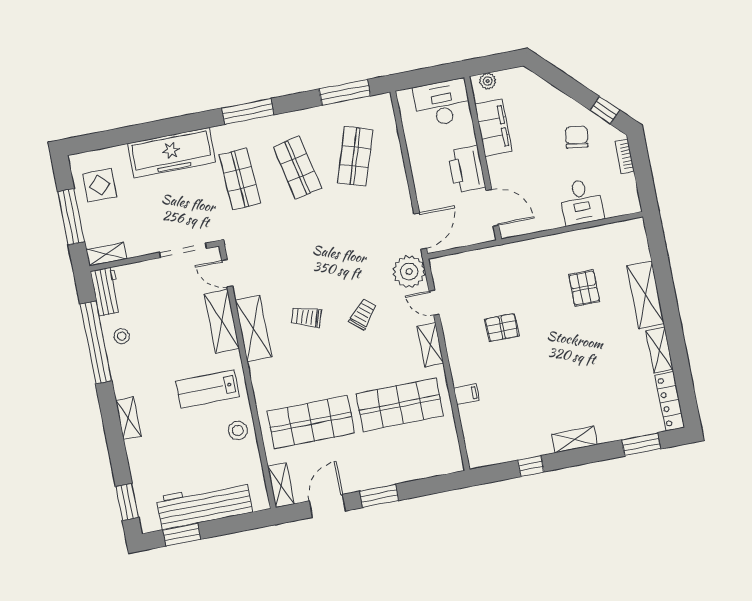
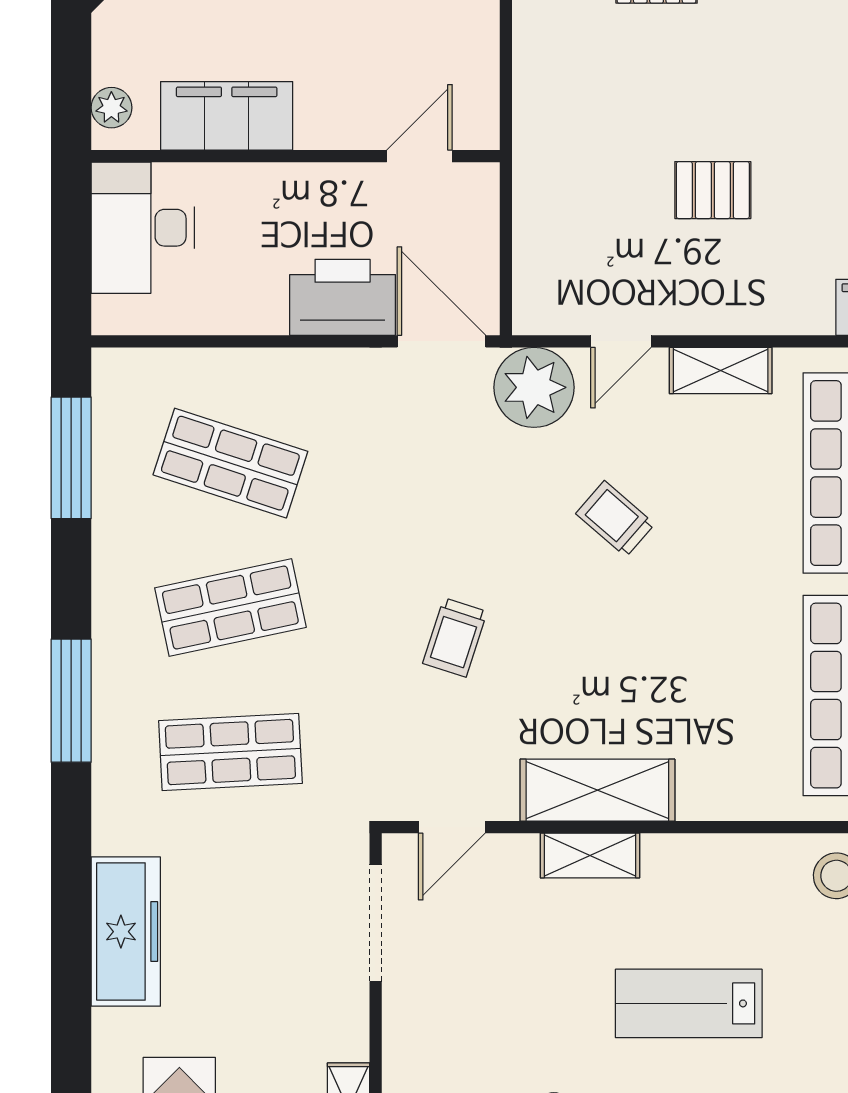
freezer: (172, 153) -> (126, 932), width x0.73, depth x0.79
printer: (467, 169) -> (343, 297), moved, turned 180
door: (492, 208) -> (419, 156), width x0.73
trolley: (306, 317) -> (455, 637), moved
shelving: (222, 321) -> (590, 856), width x0.67, depth x0.75
pallet: (502, 328) -> (713, 190), turned 90
lab bench: (208, 389) -> (689, 1003), moved, turned 90

